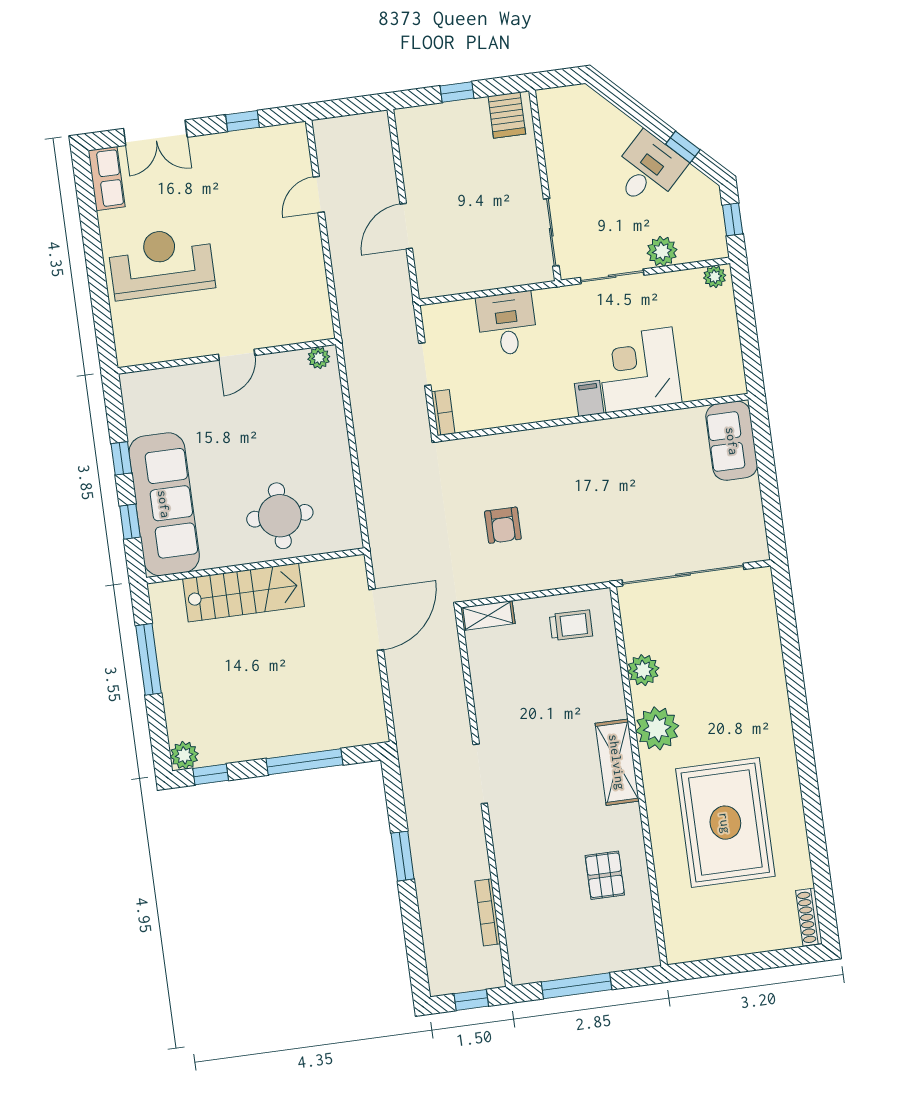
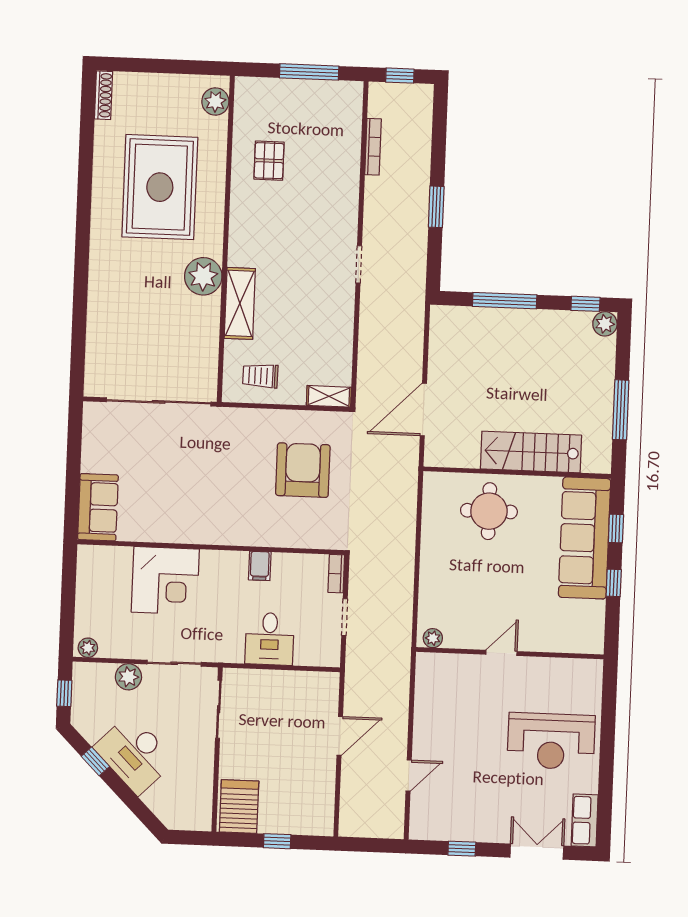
server rack: (507, 115) -> (239, 806), width x1.36, depth x1.44
desk: (648, 170) -> (135, 754), width x1.37
filing cabinet: (589, 398) -> (260, 566), moved
armchair: (503, 525) -> (303, 470), width x1.88, depth x1.88
plant: (643, 670) -> (215, 102), moved
shelving: (617, 762) -> (240, 303), moved
doorway: (480, 774) -> (359, 264), width x0.73

